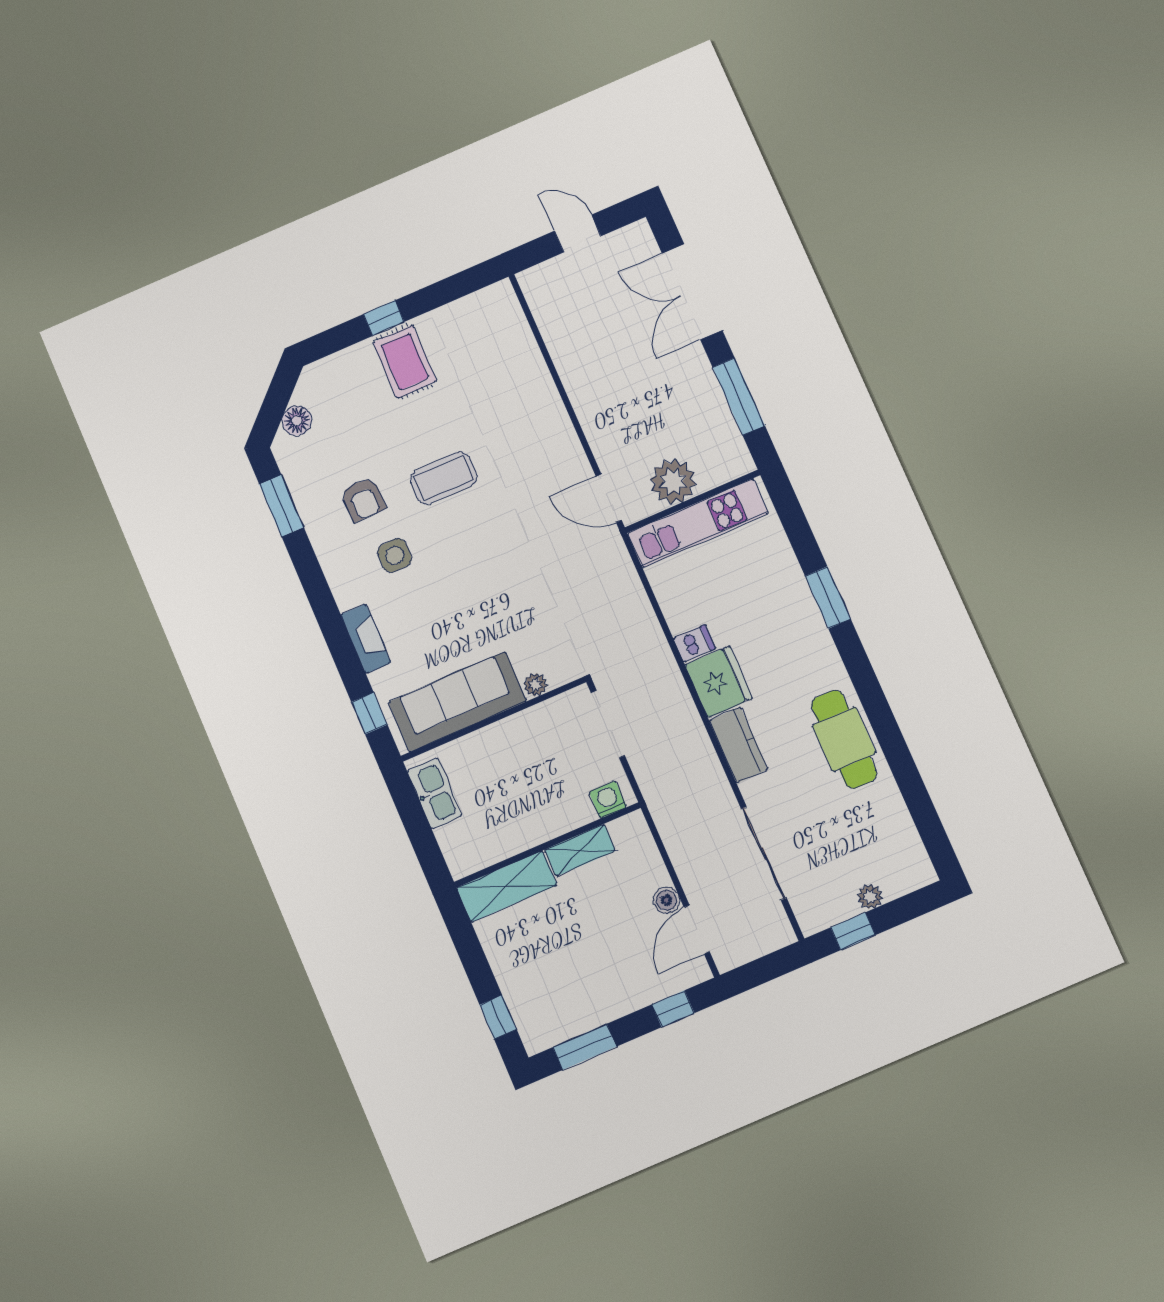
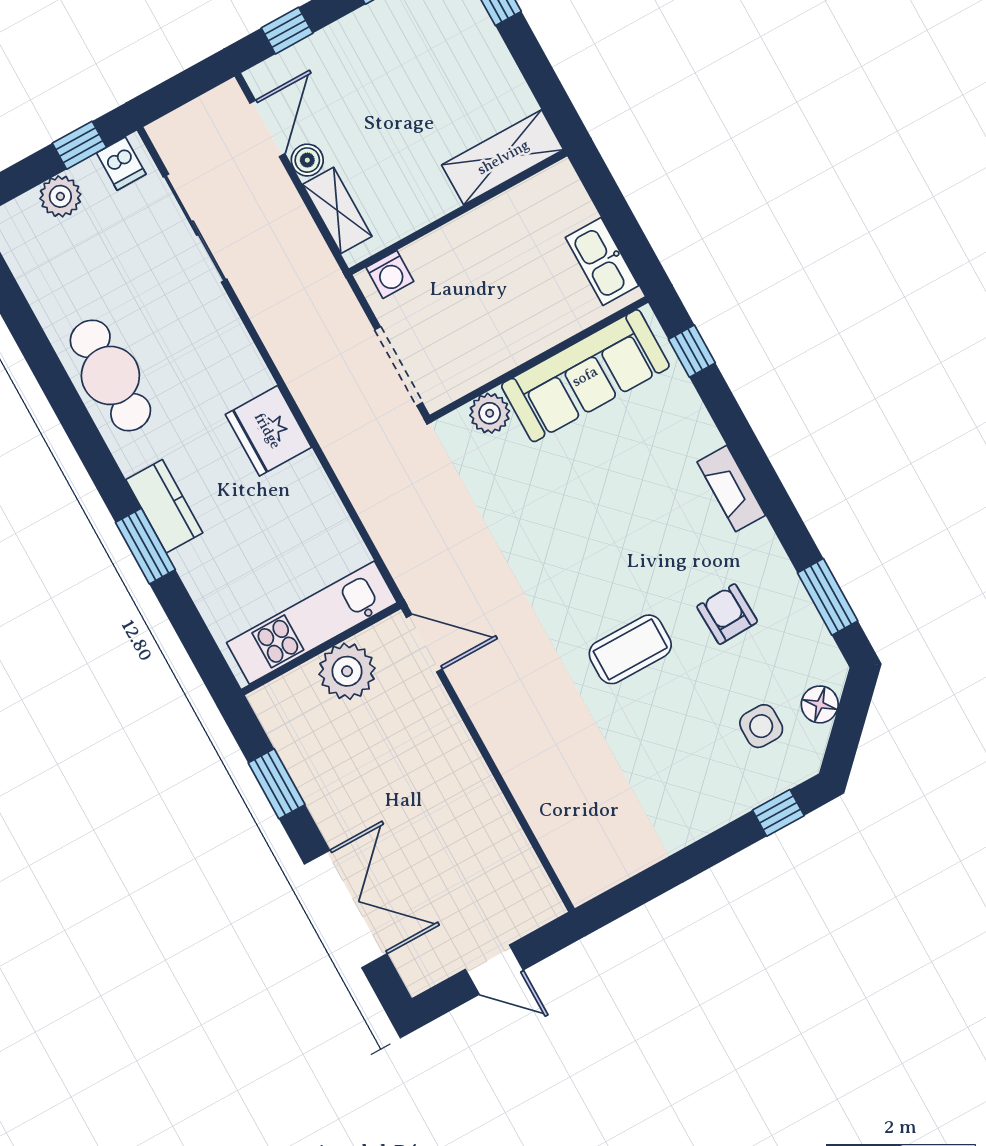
window: (384, 318) -> (778, 813), moved
rug: (405, 362) -> (693, 790), removed
window: (739, 396) -> (277, 784), width x0.69
side table: (395, 555) -> (761, 726), moved
fireplace: (366, 639) -> (731, 489), moved
dishwasher: (694, 643) -> (121, 164), moved, turned -90
plant: (535, 685) -> (490, 413), width x1.38, depth x1.38
kitchen counter: (738, 745) -> (164, 506), moved, turned 180
shelving: (580, 850) -> (337, 210), moved, turned 90
plant: (870, 897) -> (60, 196), width x1.38, depth x1.38

